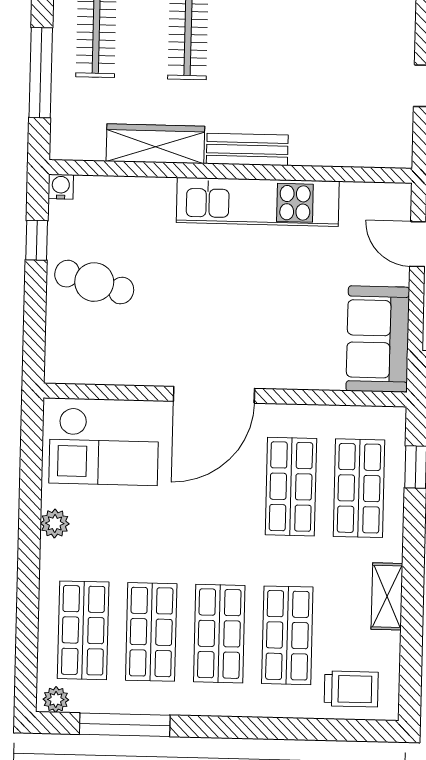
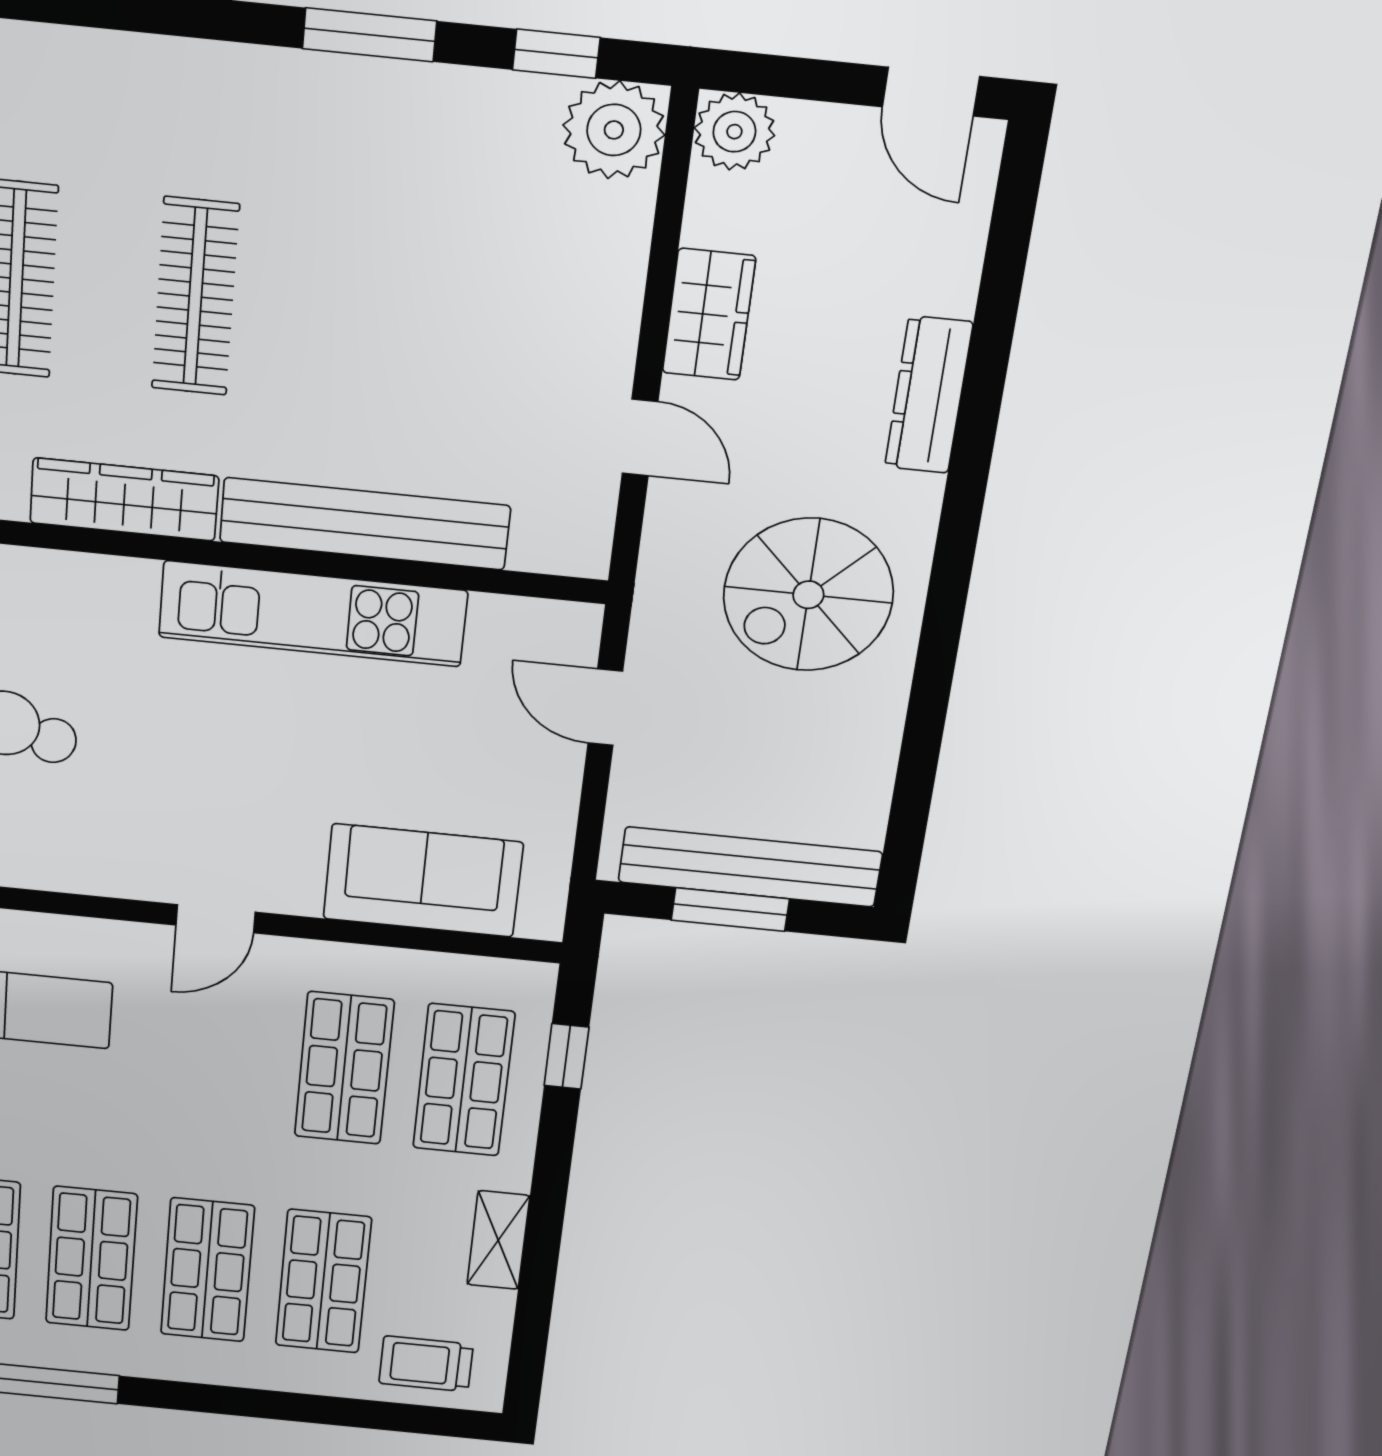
bench: (247, 149) -> (365, 524), width x1.86, depth x1.21
sofa: (378, 339) -> (423, 881), moved, turned 90
door: (214, 395) -> (216, 919), width x0.53
trolley: (351, 689) -> (426, 1364), turned 180

